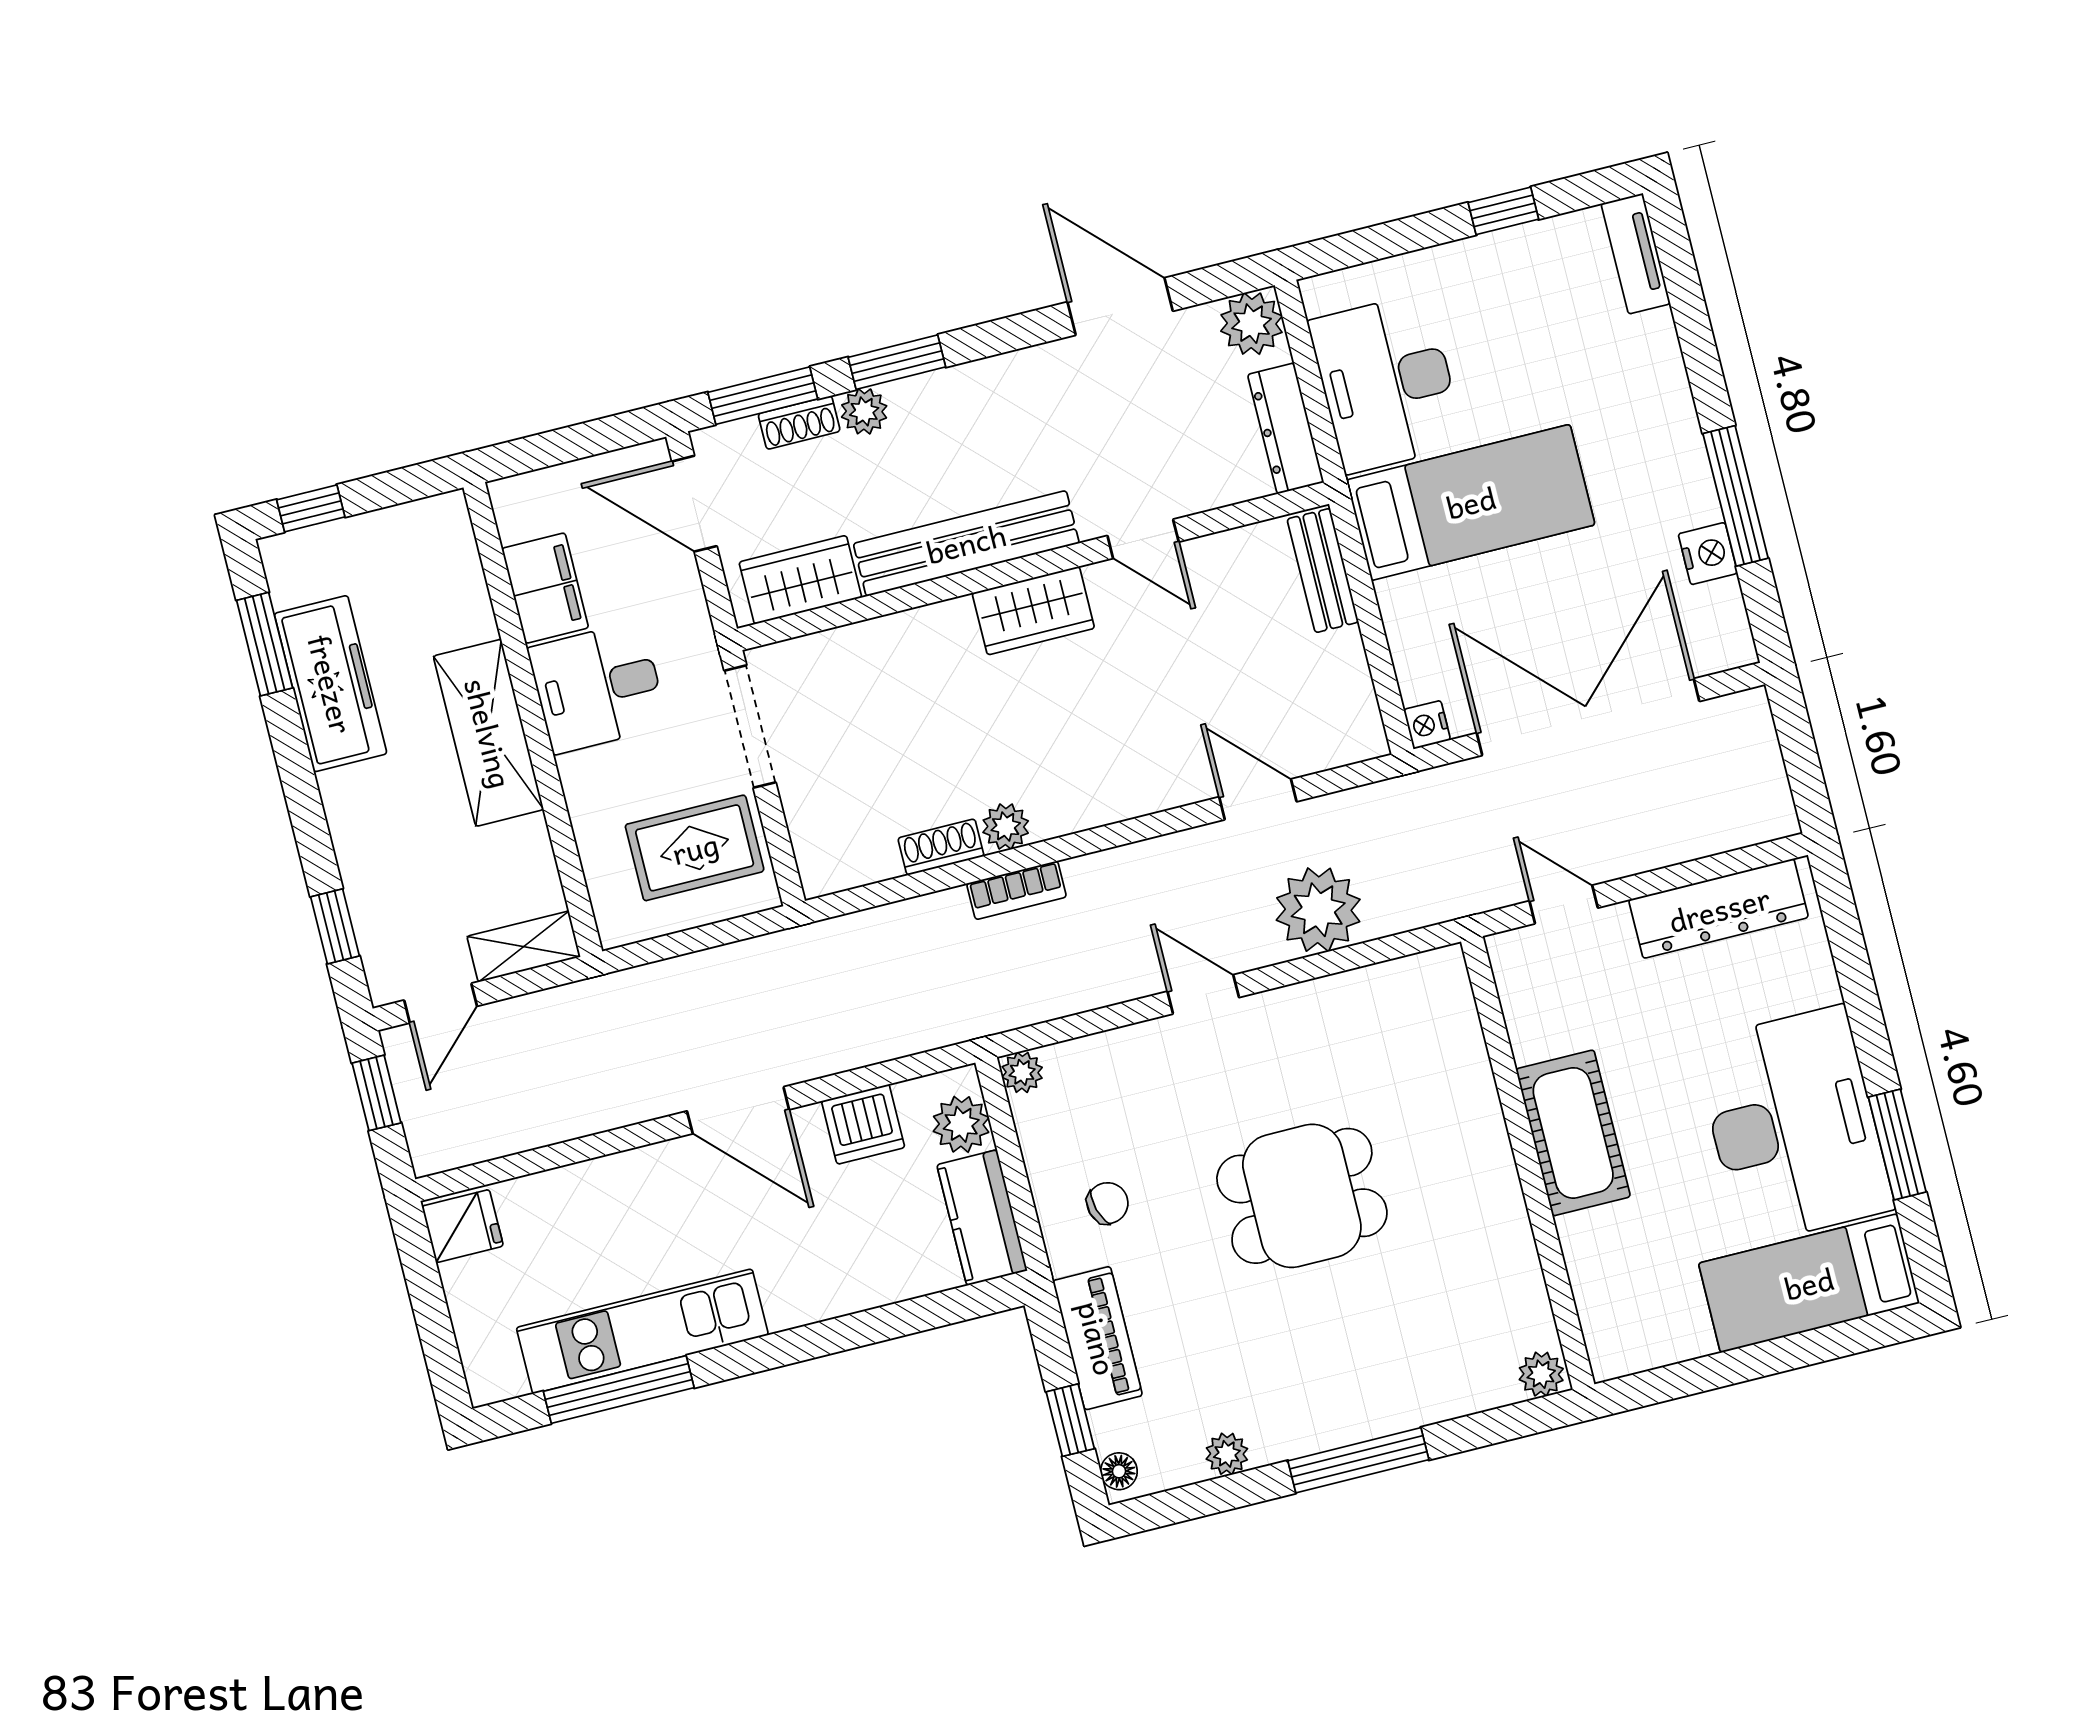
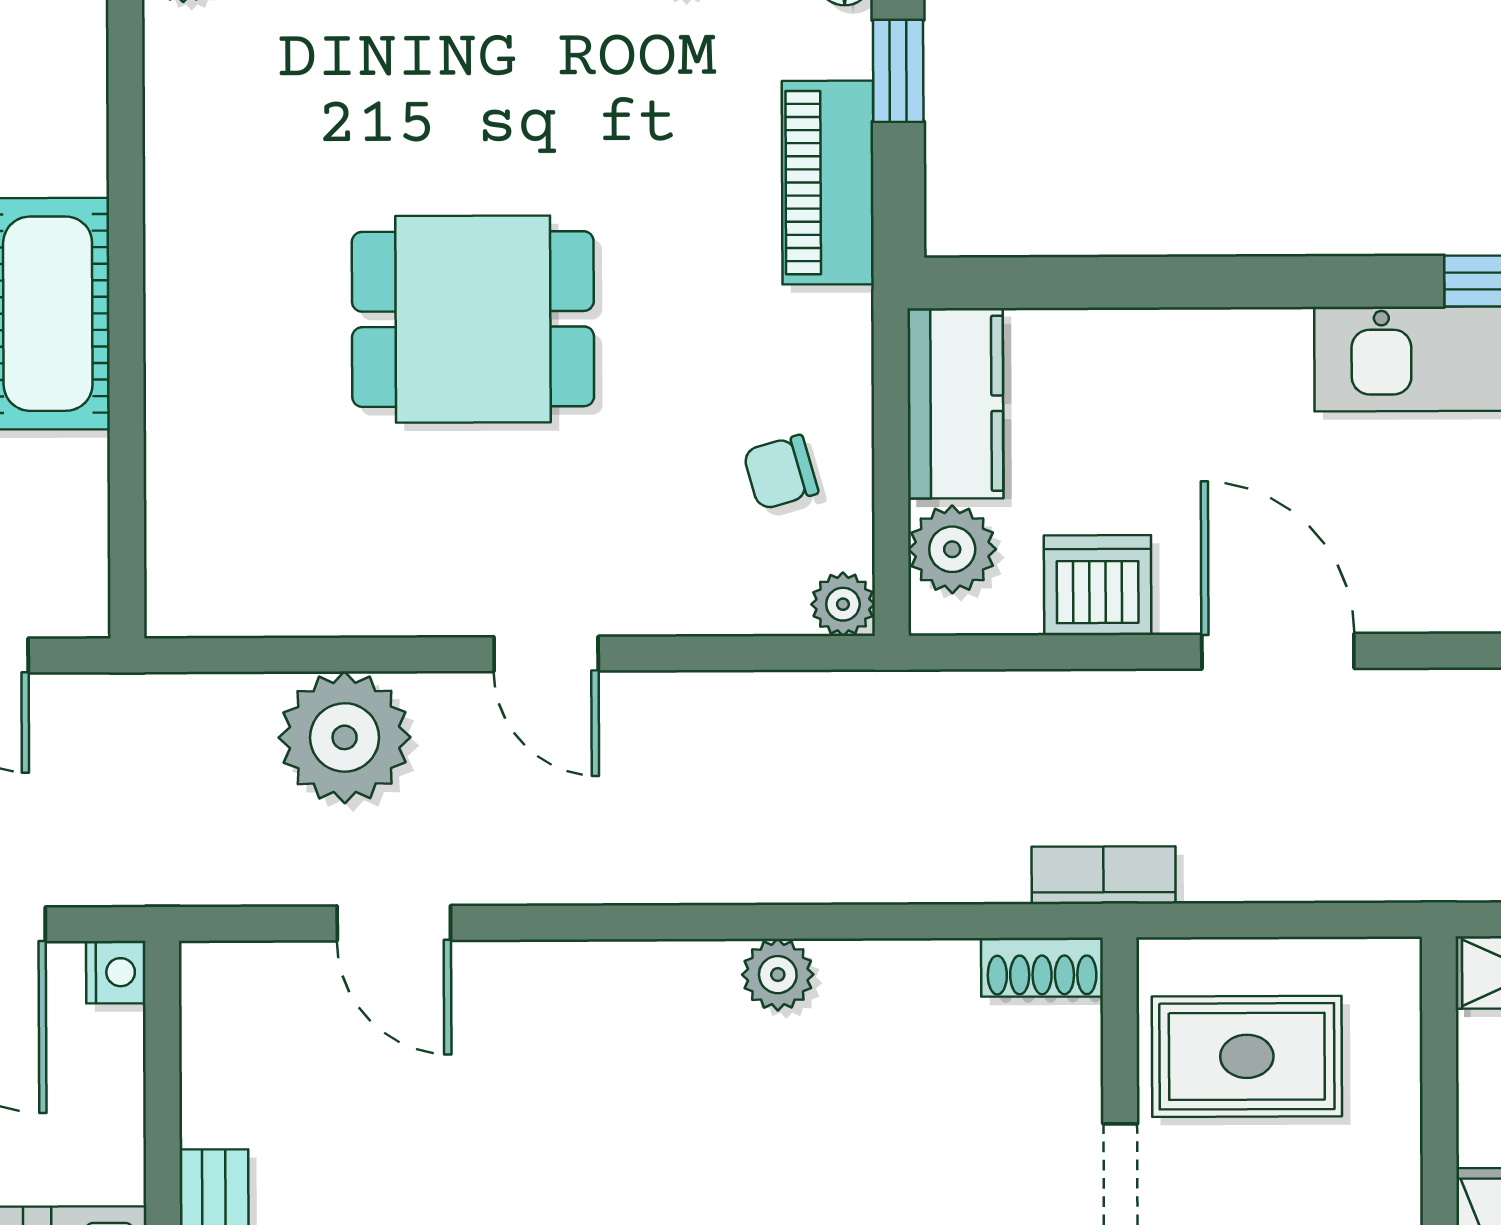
shoe rack: (941, 847) -> (1042, 967), moved
bookcase: (1017, 890) -> (1104, 875), moved
chair: (1108, 1203) -> (781, 472), moved

